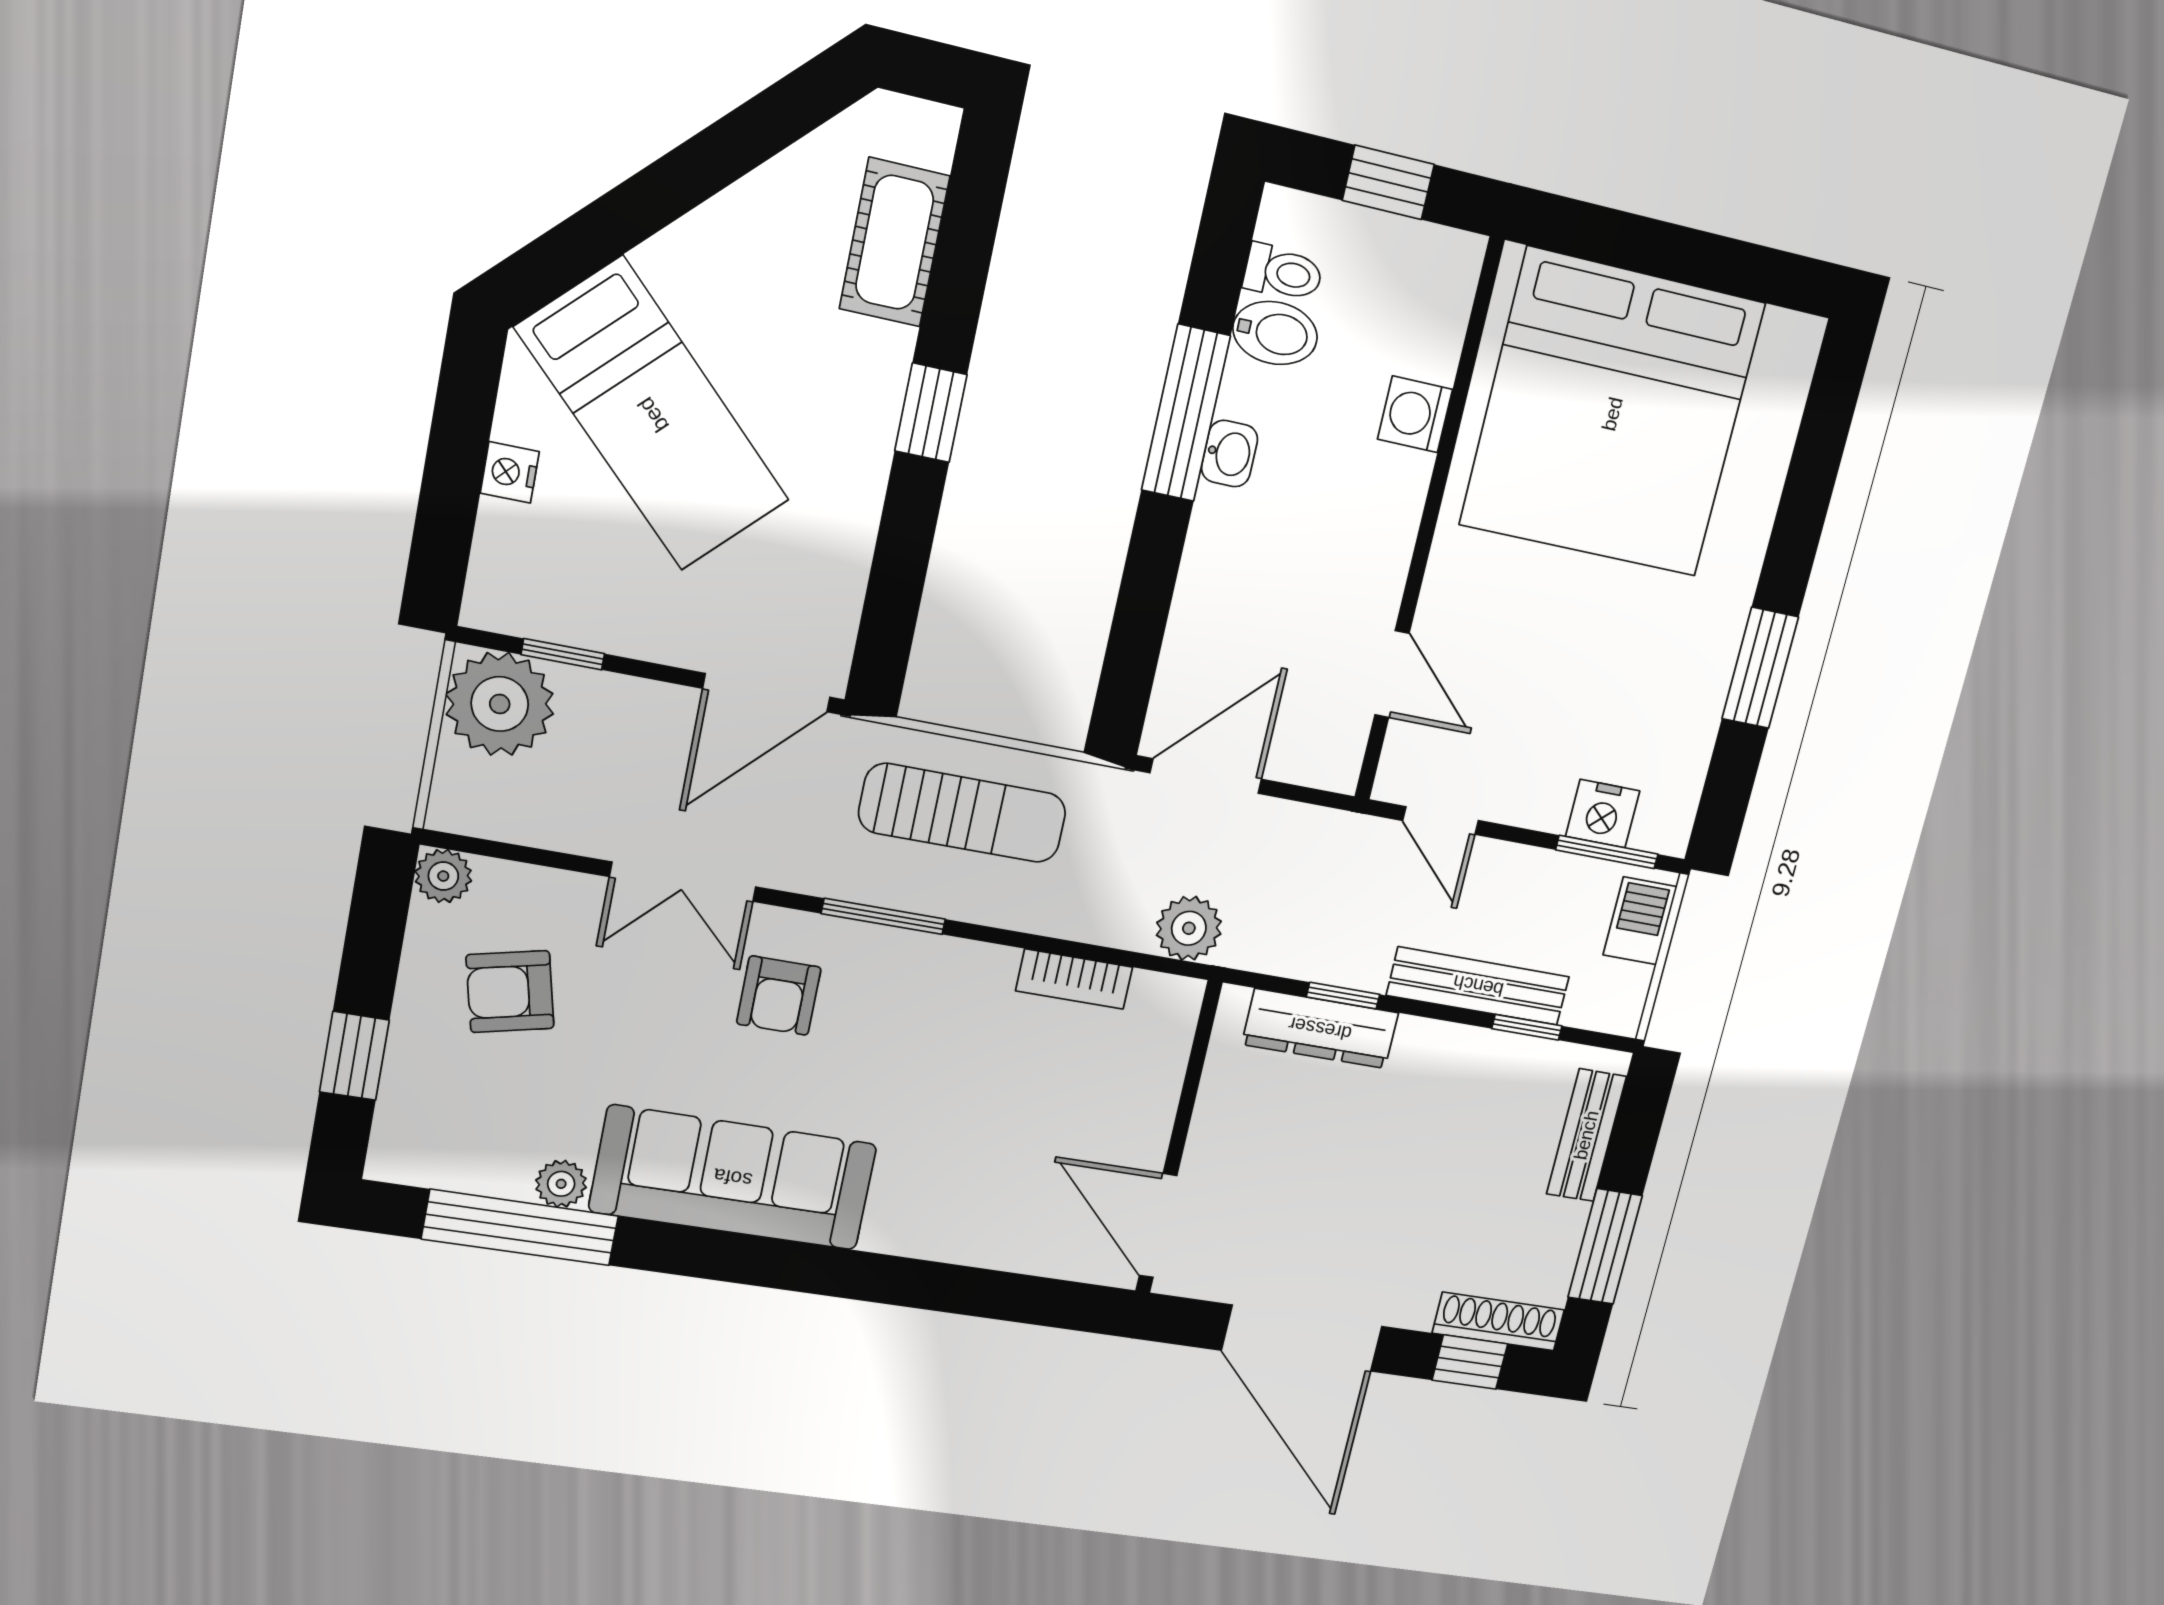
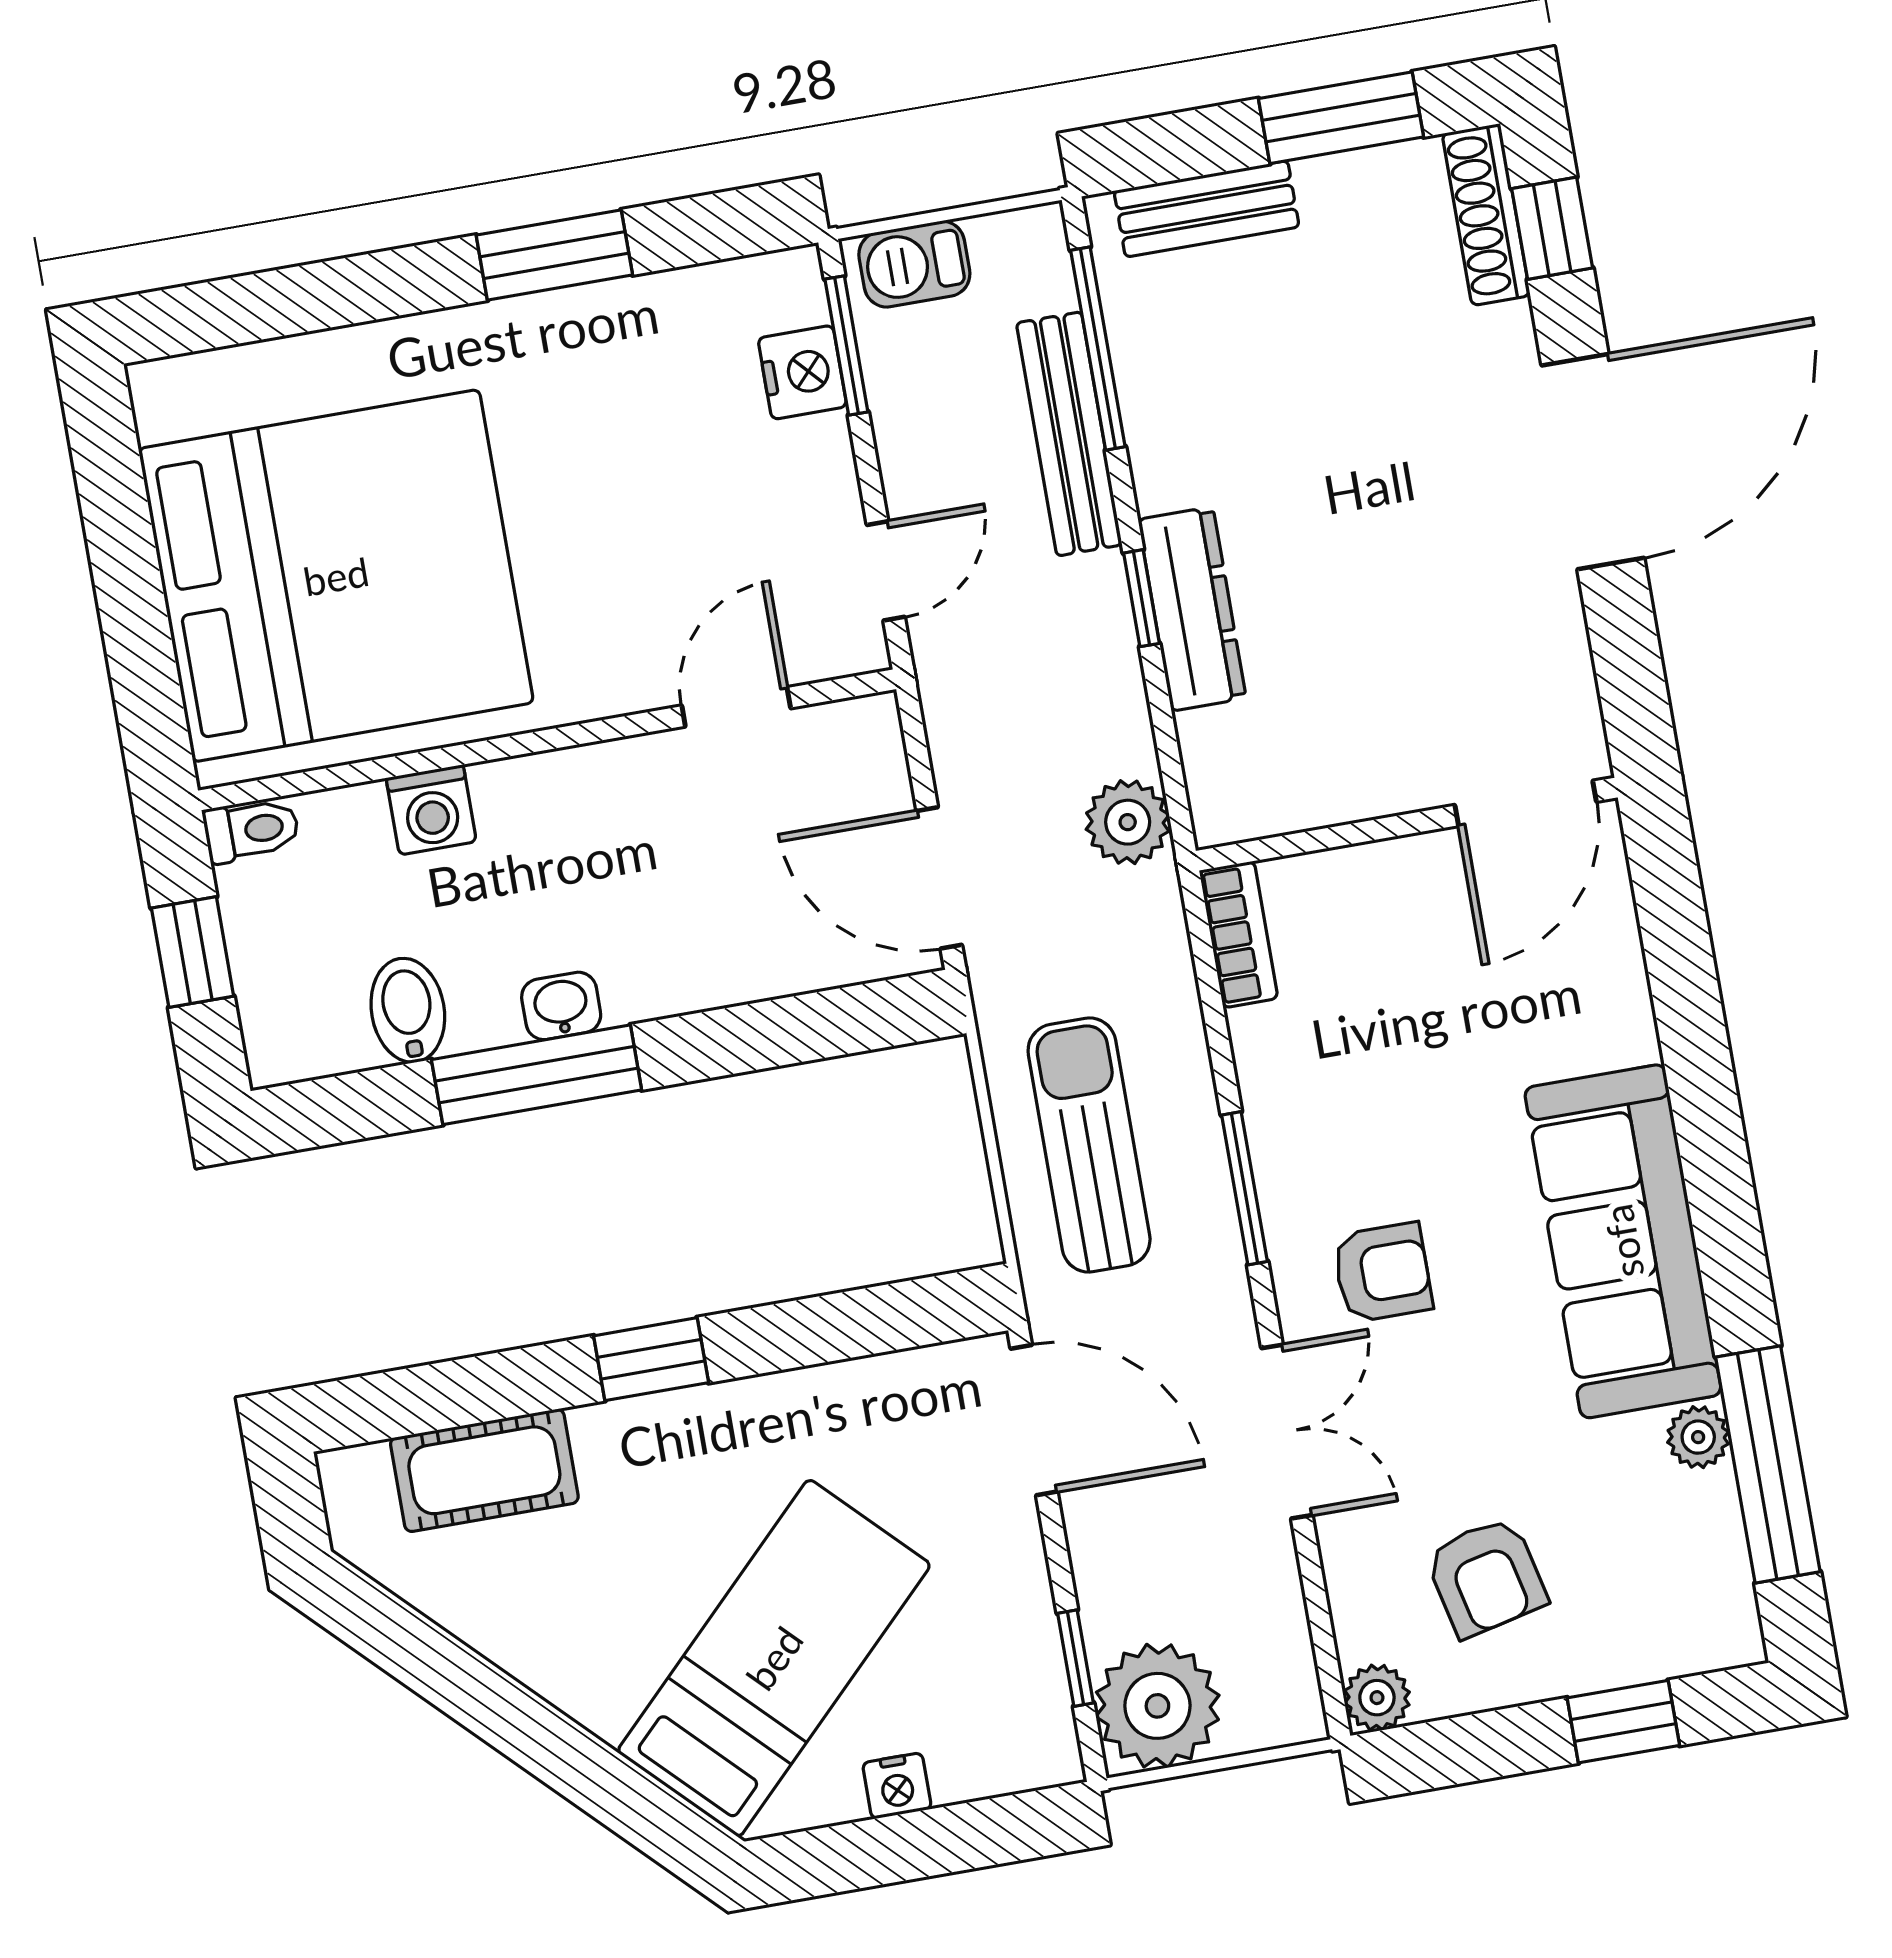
toilet: (1283, 273) -> (251, 830), moved, turned 90
window: (1527, 1027) -> (1098, 348), width x2.17
wall: (1178, 1138) -> (1407, 824), moved
door: (1158, 1226) -> (1526, 803), moved

